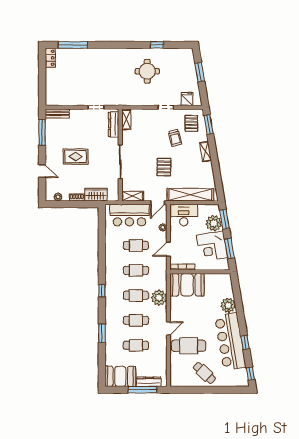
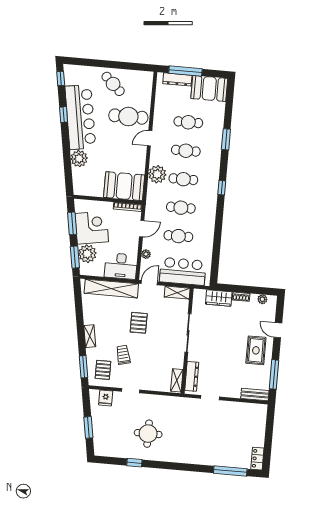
rug: (76, 157) -> (256, 350), moved, turned 90

